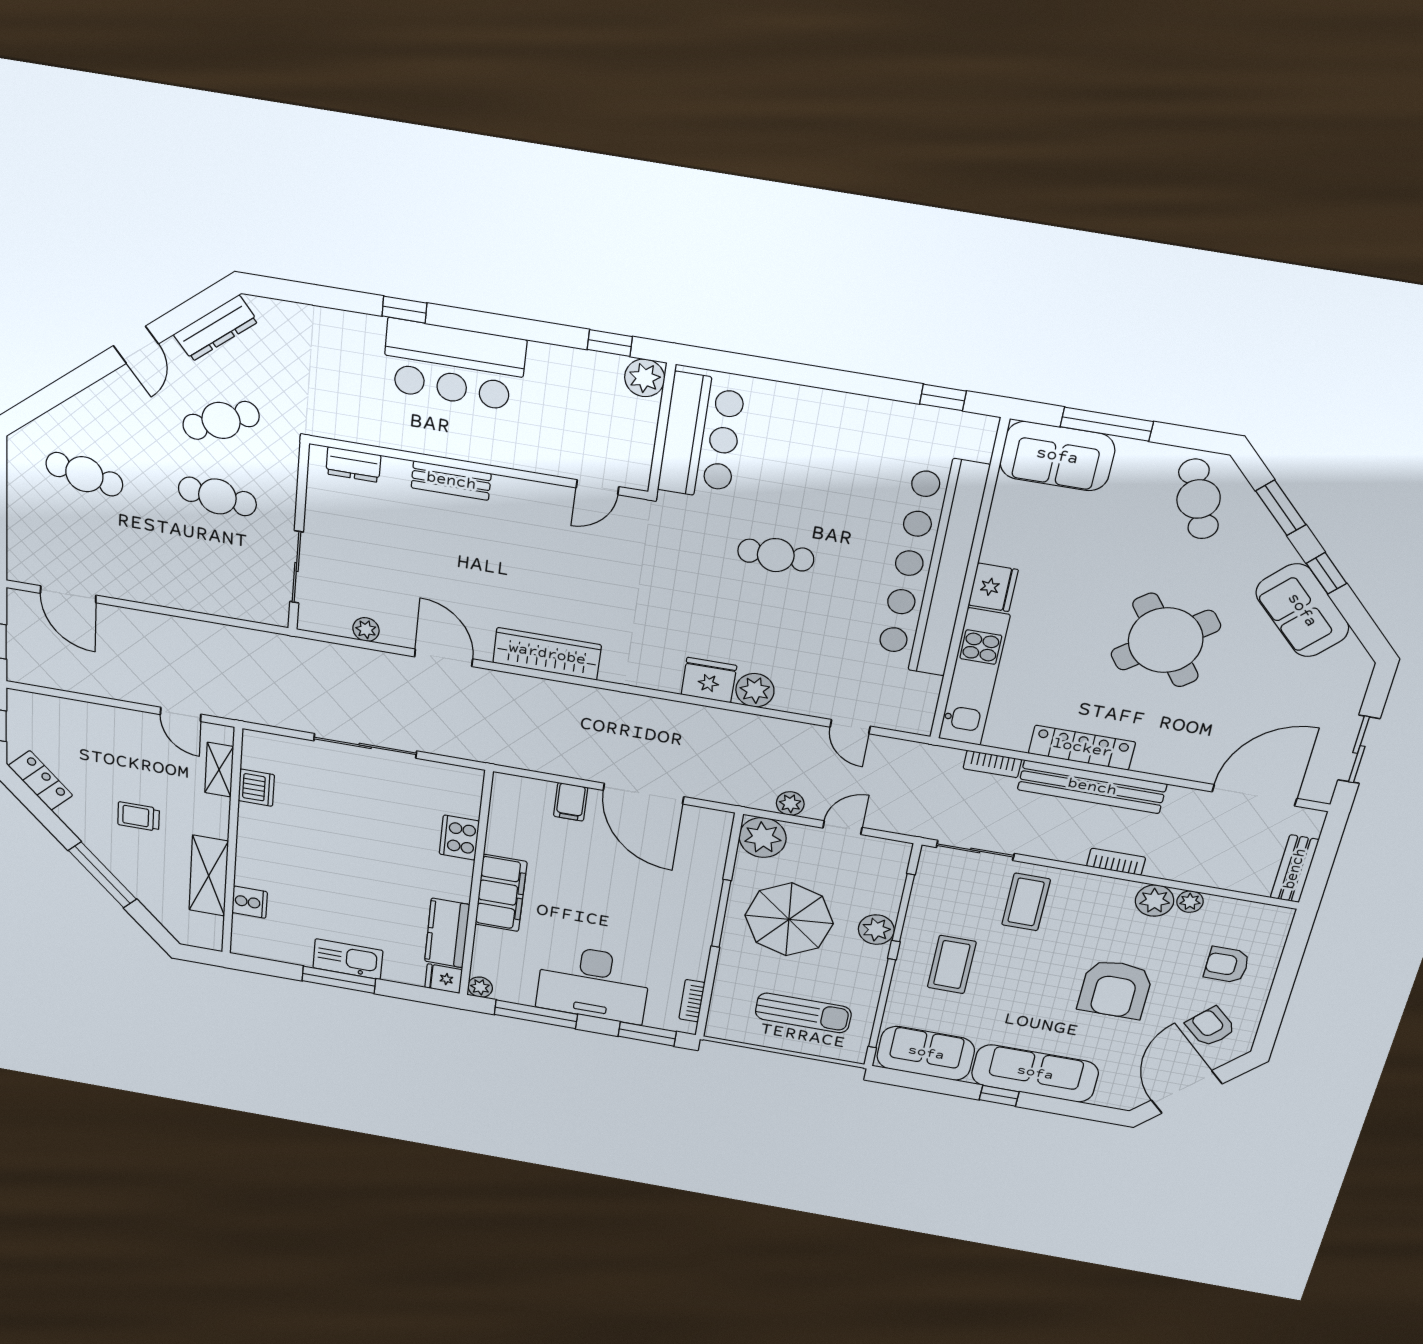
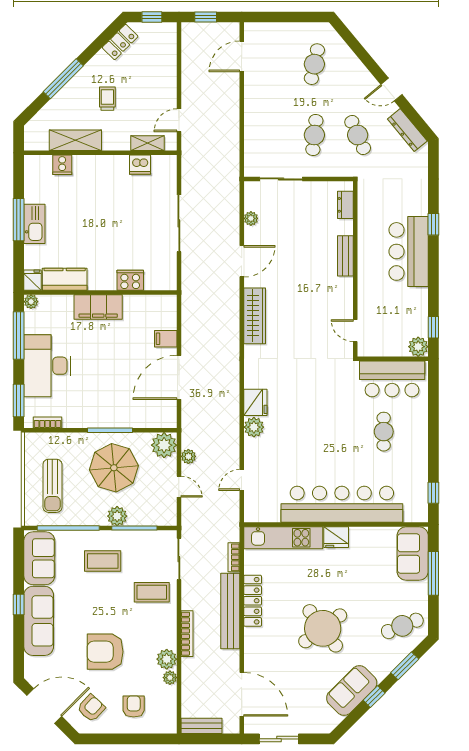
cafe table: (776, 555) -> (384, 432), moved
bookcase: (1116, 862) -> (187, 634), width x1.56

